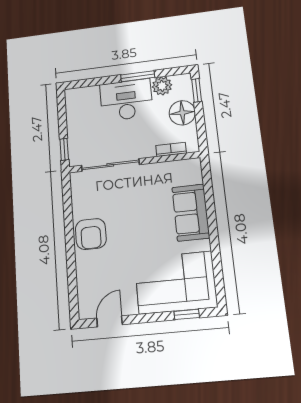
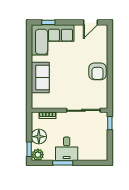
plant: (162, 86) -> (38, 155), moved
desk: (126, 100) -> (67, 149), width x0.73
armchair: (91, 234) -> (97, 71), turned 180

